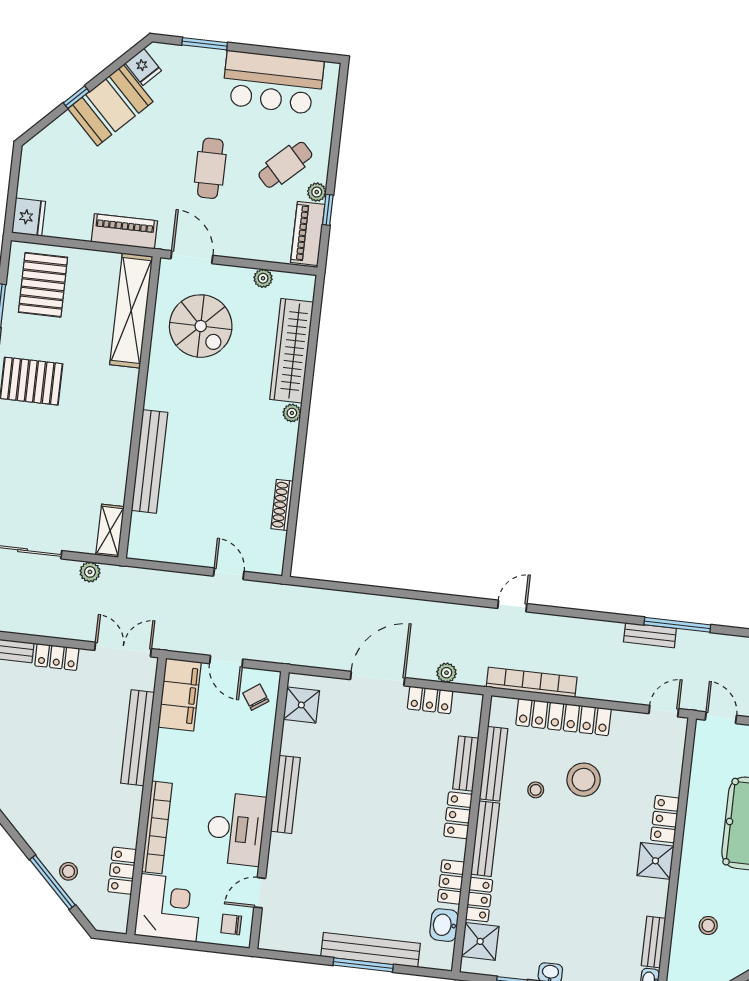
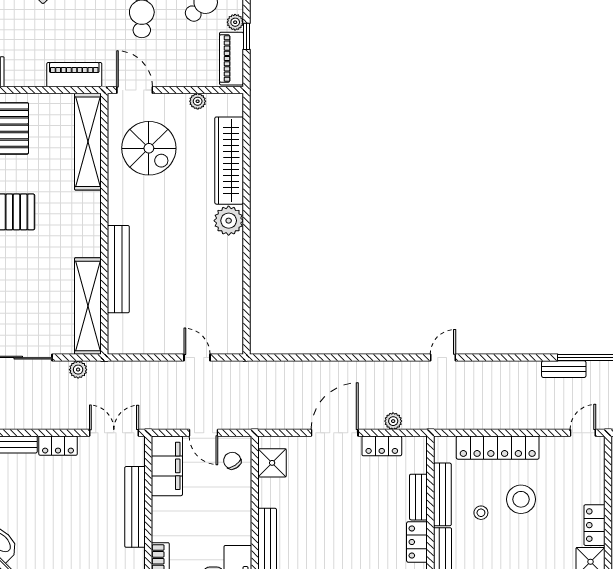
plant: (292, 413) -> (229, 221), width x1.88, depth x1.88
shoe rack: (282, 505) -> (236, 293), removed
shelving: (110, 531) -> (88, 306), width x2.20, depth x1.33
bookcase: (532, 682) -> (467, 421), removed

